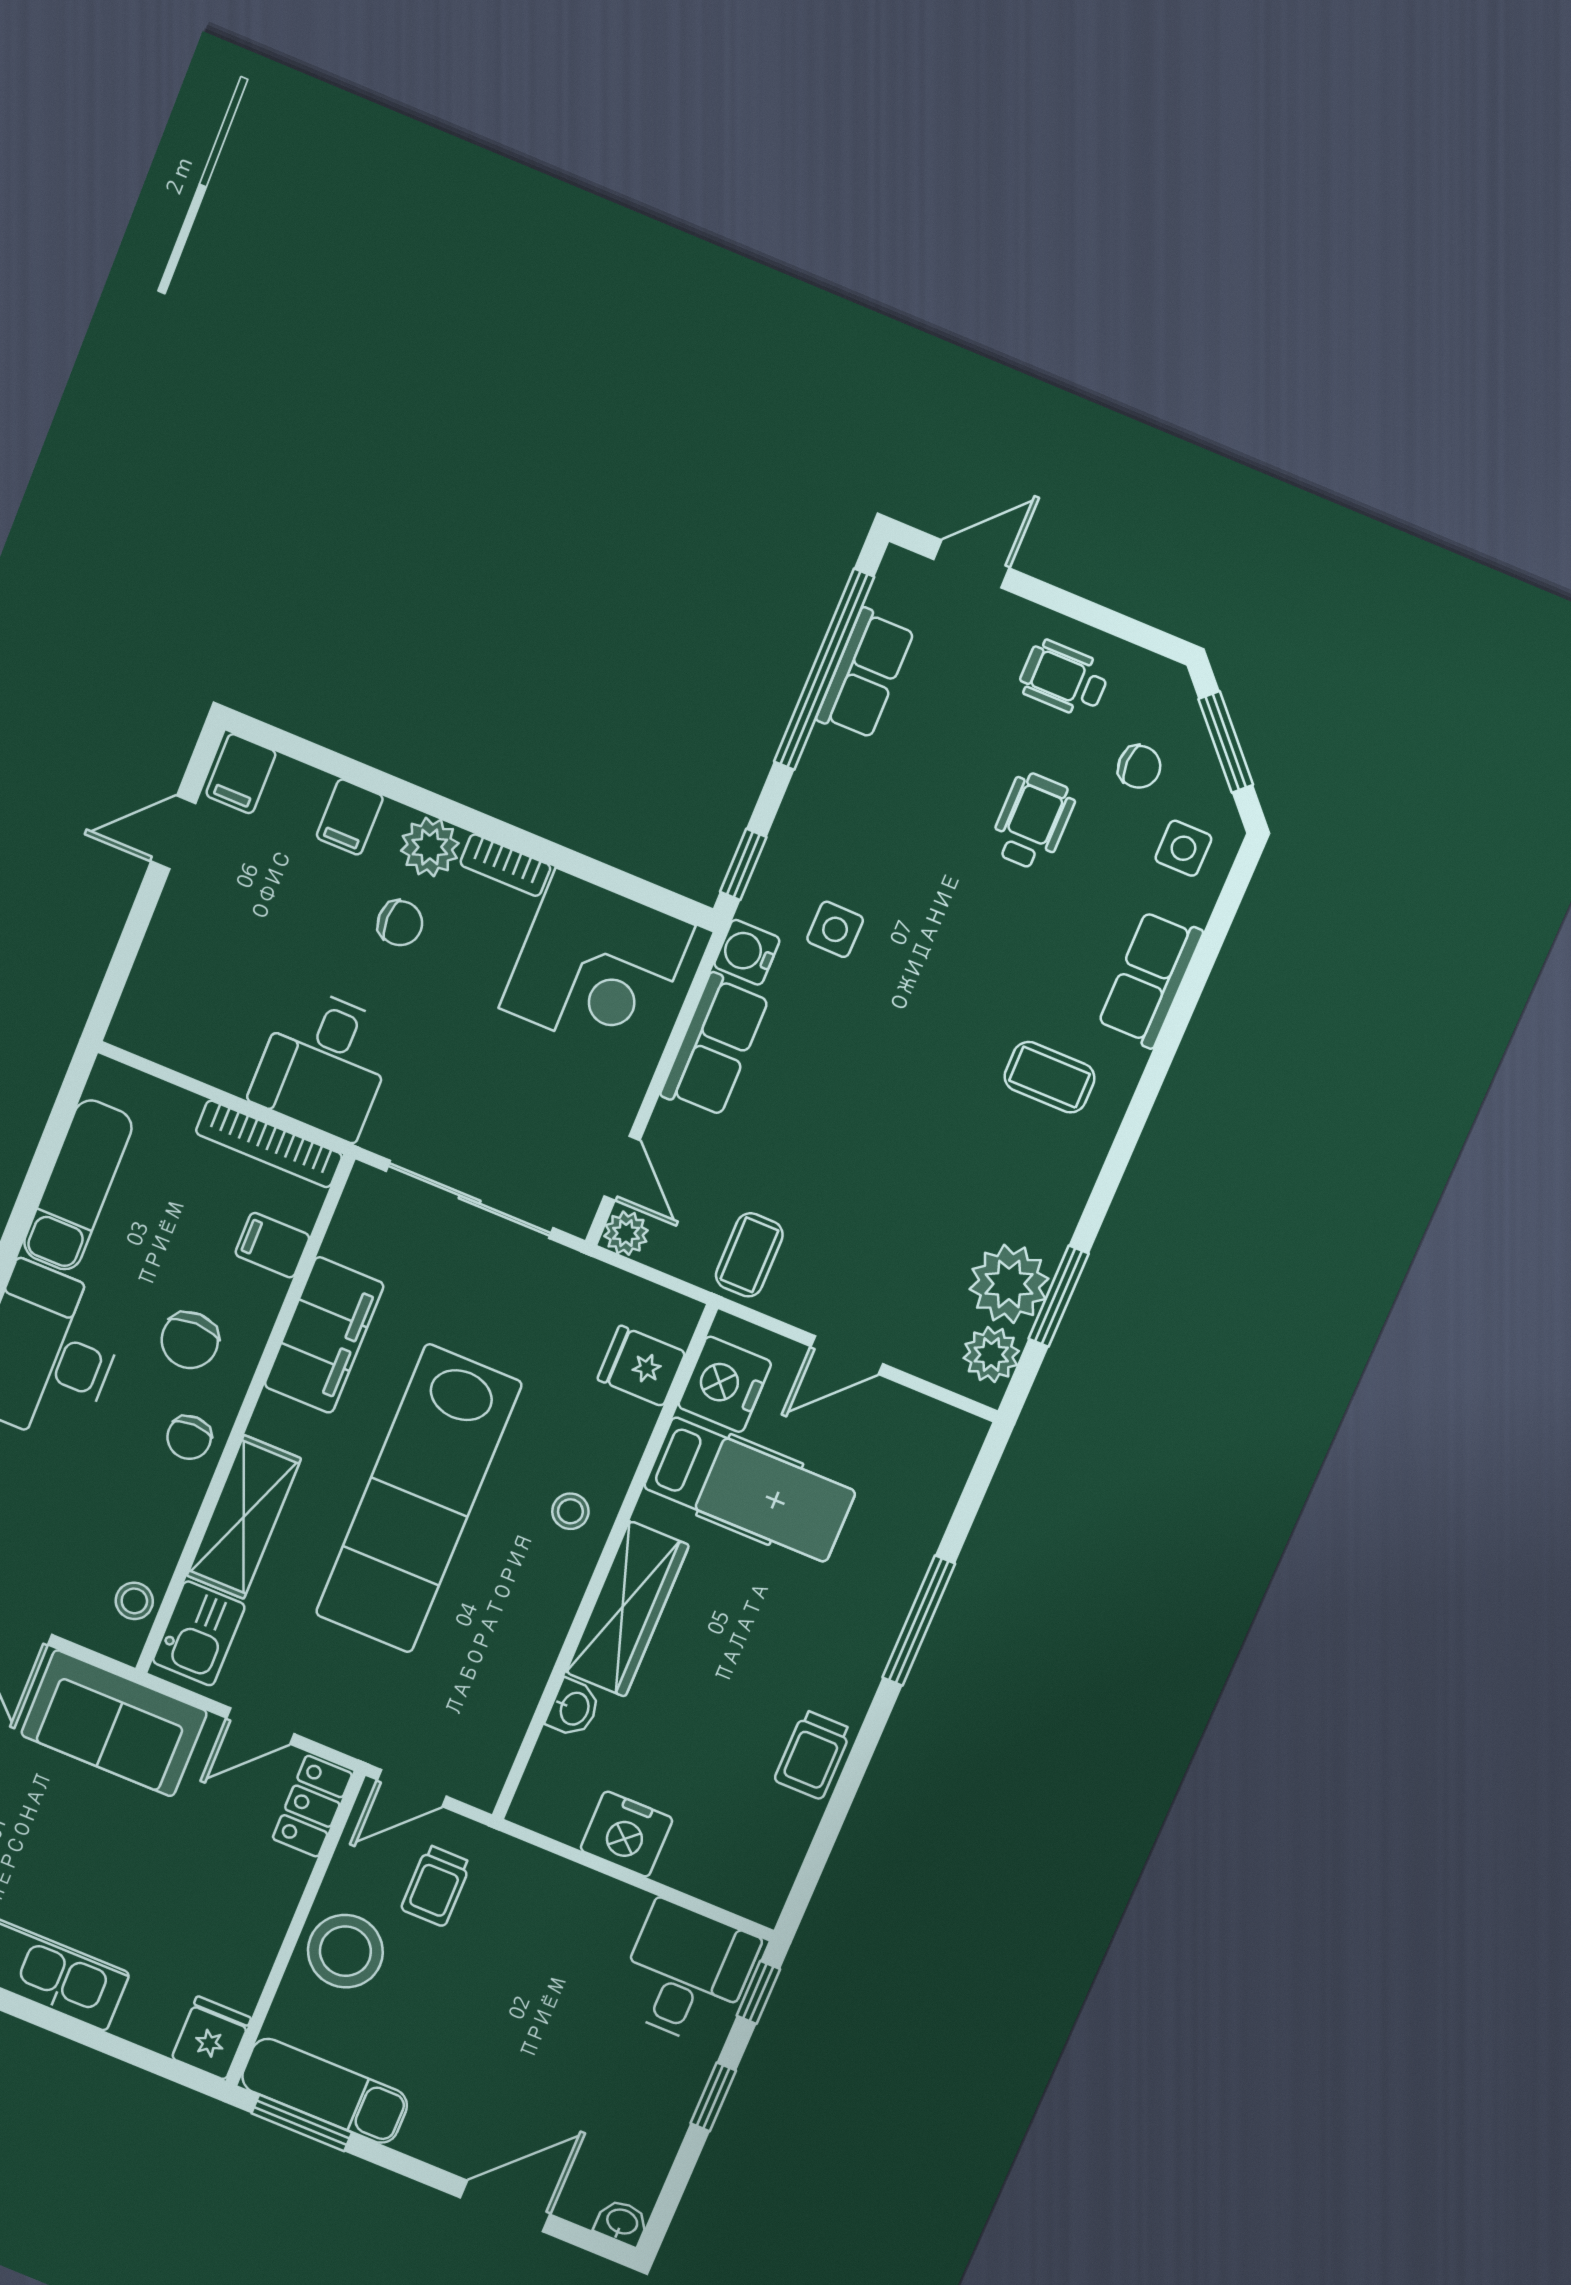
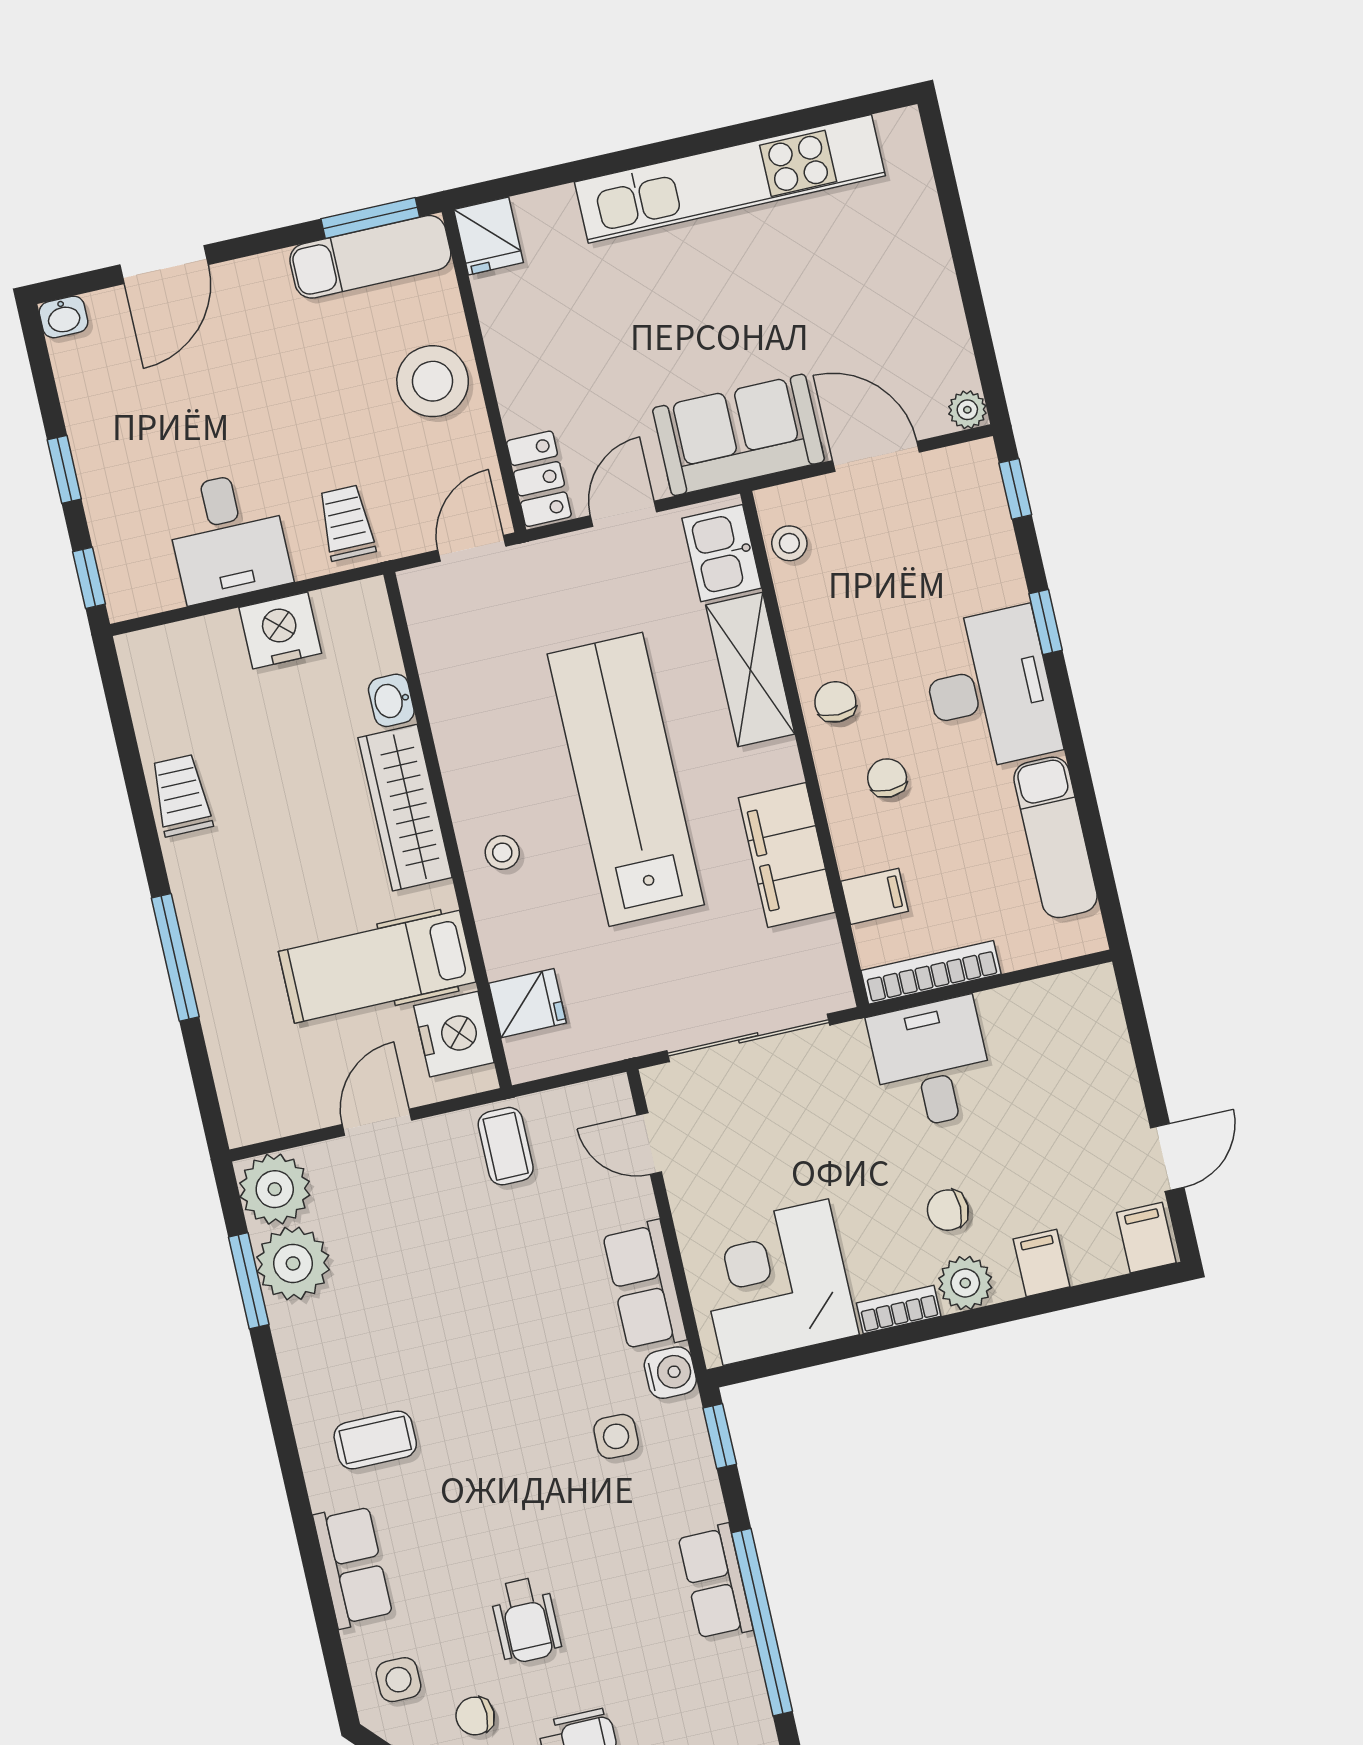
row of seats: (865, 674) -> (715, 1582), moved
plant: (626, 1233) -> (611, 1096), removed
chair: (190, 1340) -> (887, 778), width x0.73, depth x0.73
plant: (991, 1355) -> (275, 1189), width x1.36, depth x1.36
trolley: (436, 1886) -> (346, 523), moved
desk: (686, 1973) -> (228, 537), moved

